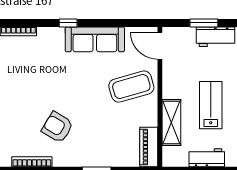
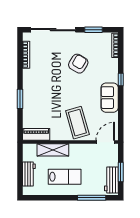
sofa: (95, 39) -> (110, 98), width x0.73
armchair: (57, 127) -> (78, 64), moved

